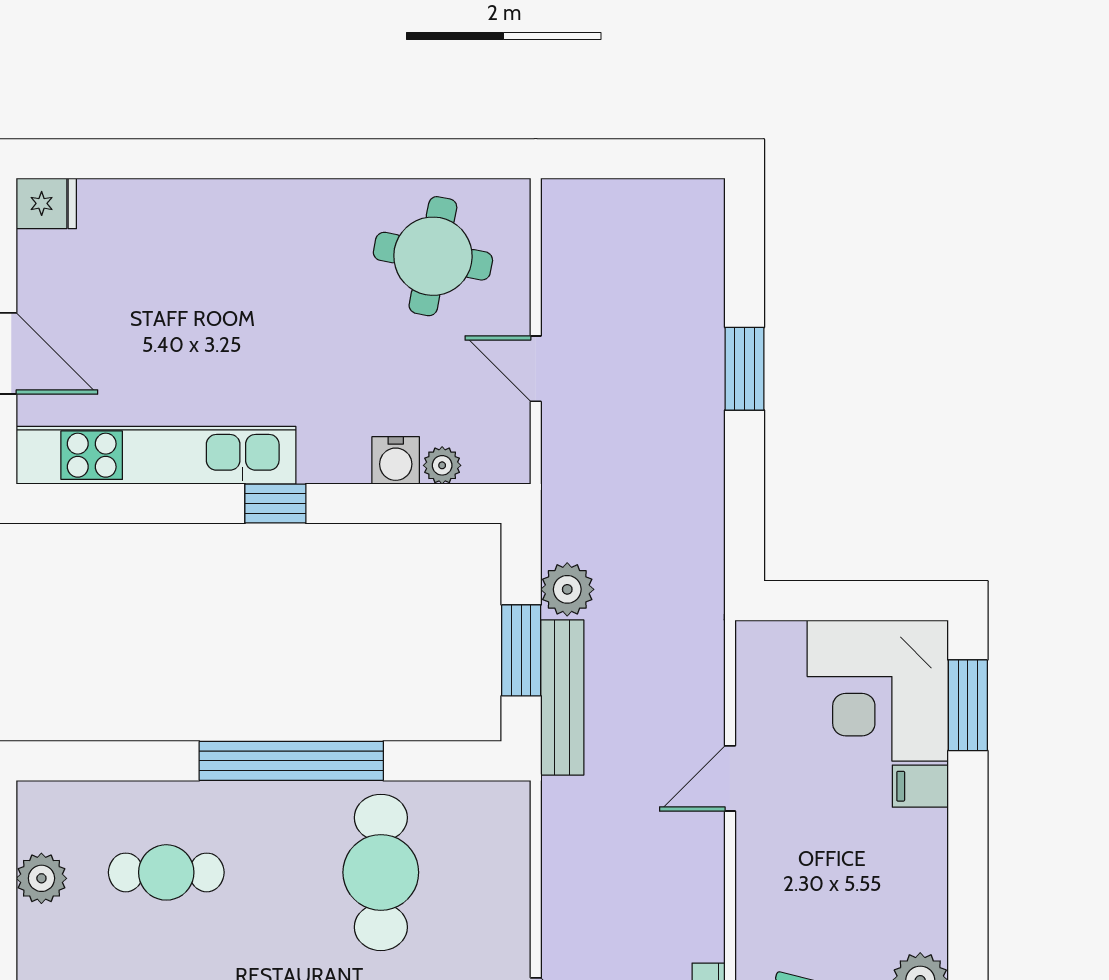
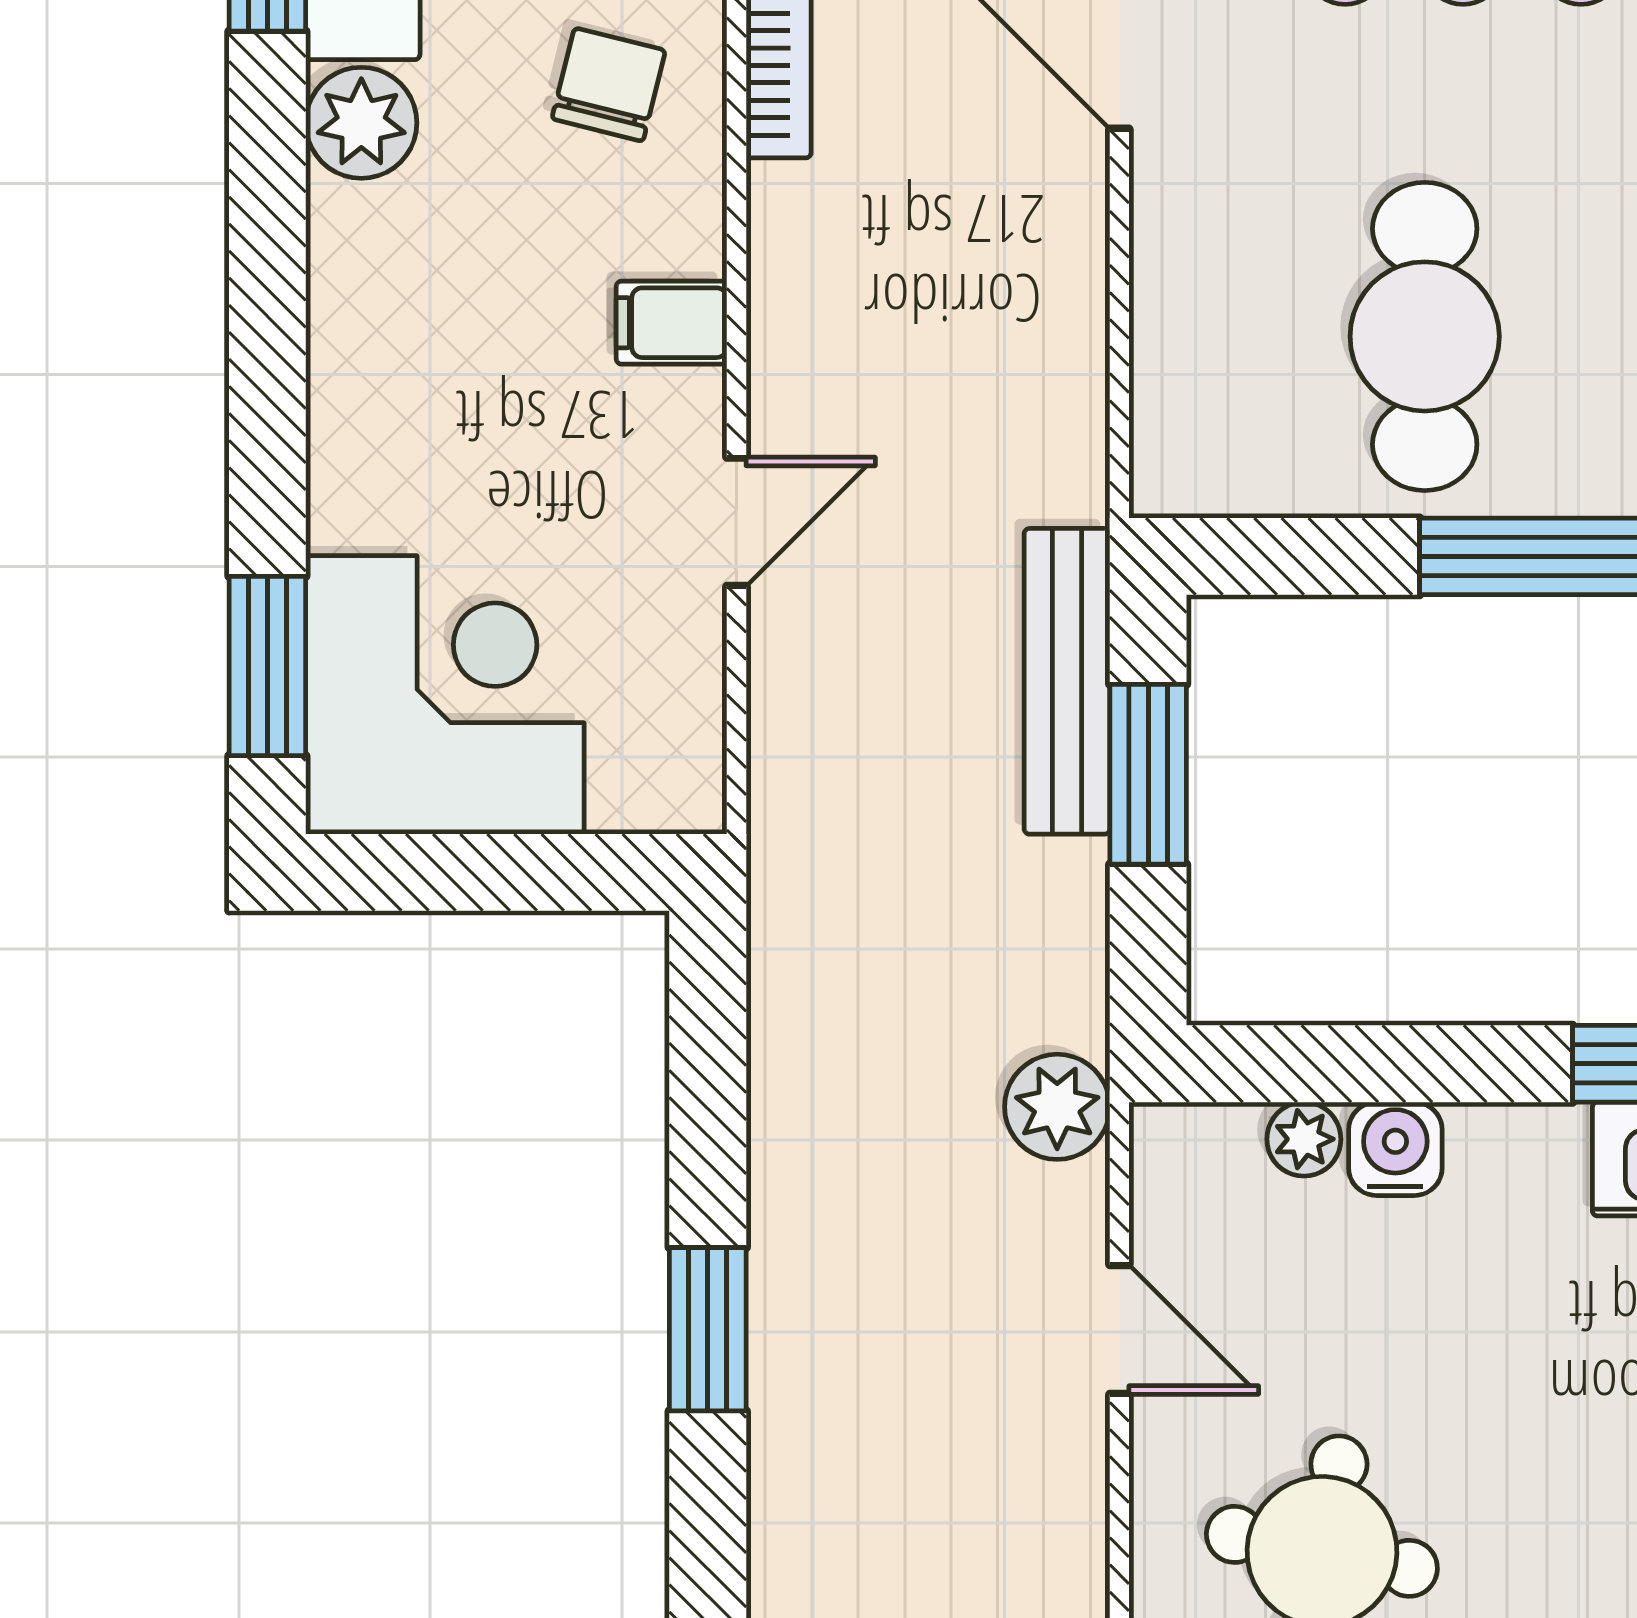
plant: (567, 589) -> (1057, 1107), moved
filing cabinet: (920, 786) -> (672, 323), moved, turned 180

